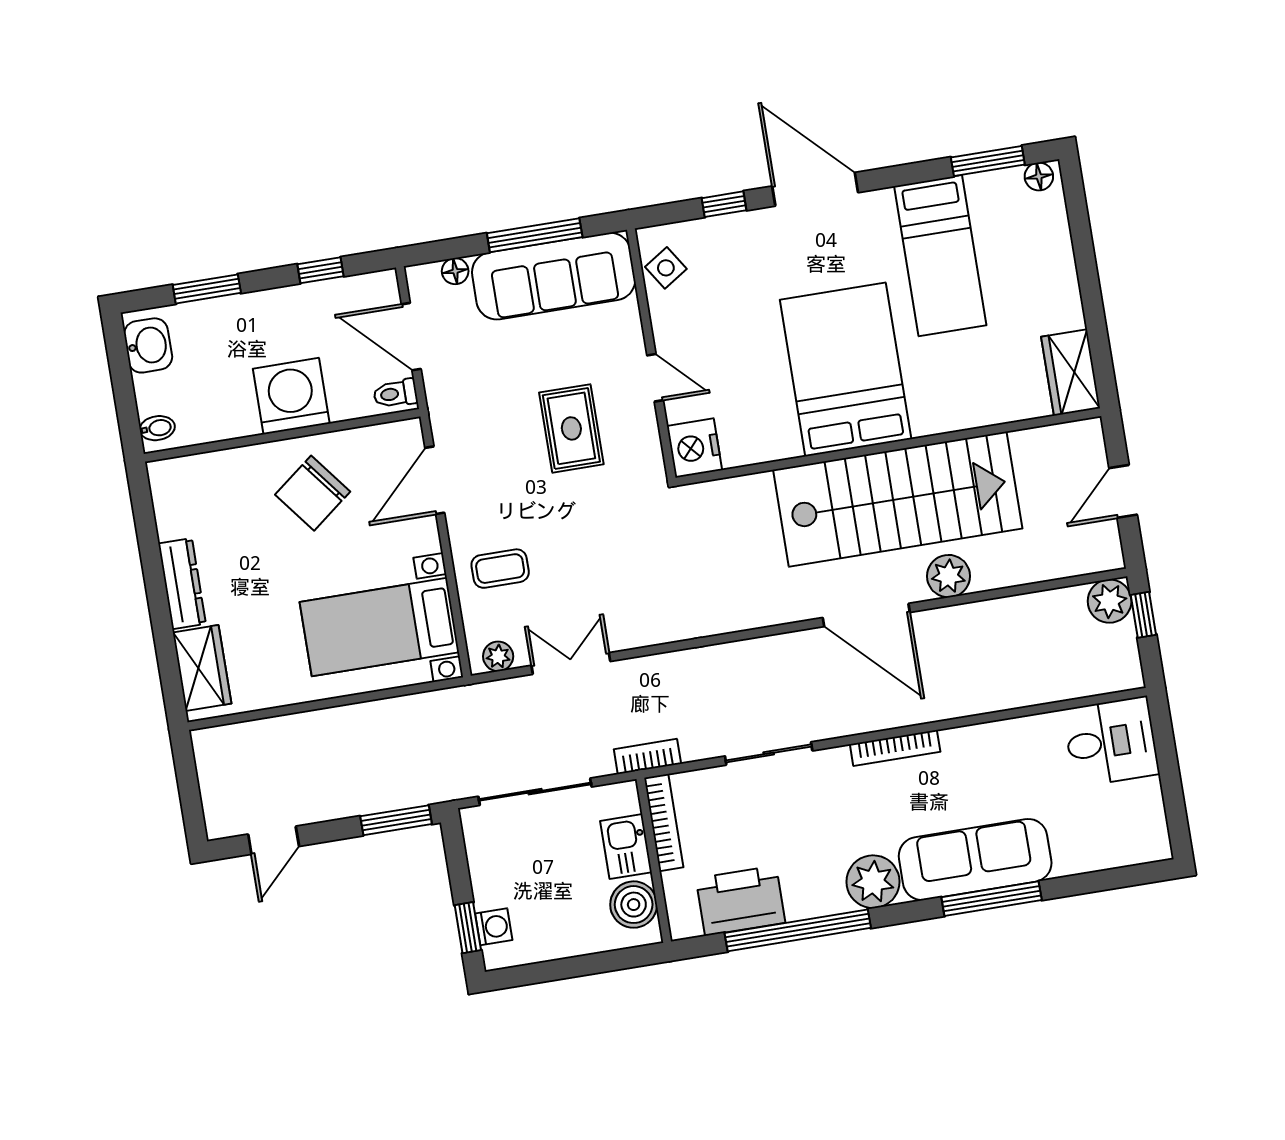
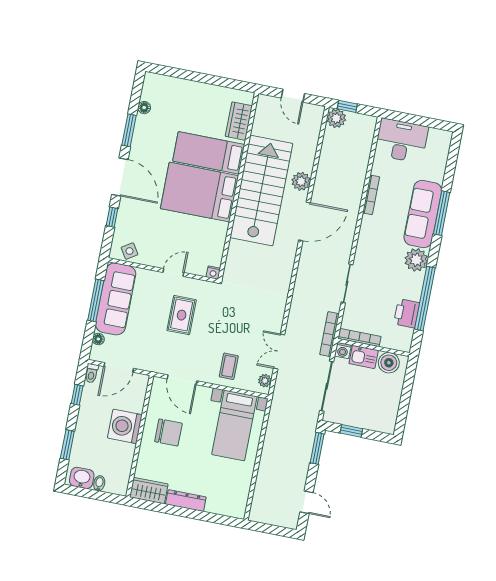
window: (988, 161) -> (129, 130), moved
floor lamp: (1039, 176) -> (144, 108), moved
door: (815, 189) -> (120, 177), swing flipped
bed: (940, 256) -> (209, 153), moved, turned 180
wardrobe: (1071, 373) -> (239, 121), moved, turned 90
toilet: (395, 394) -> (91, 373), moved
bidet: (157, 428) -> (99, 483), moved
rug: (571, 428) -> (182, 315), turned 90
nightstand: (695, 448) -> (213, 273), width x0.53, depth x0.56
chair: (313, 493) -> (168, 432), turned -52
wardrobe: (202, 668) -> (149, 491), moved
desk: (1111, 742) -> (401, 141), width x1.37
bookcase: (895, 748) -> (371, 195), moved
bookcase: (647, 757) -> (329, 334), width x1.56
printer: (741, 901) -> (407, 313), width x0.73, depth x0.84
washing machine: (494, 927) -> (343, 350), moved, turned 180
window: (468, 928) -> (351, 431), moved

